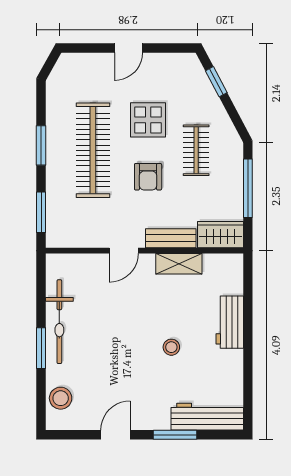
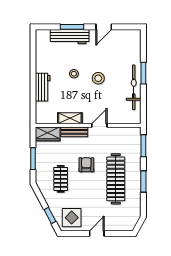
display table: (148, 120) -> (72, 218), moved
window: (248, 188) -> (33, 159), width x0.69
stool: (61, 398) -> (98, 78), moved
workbench: (207, 417) -> (70, 37), moved

